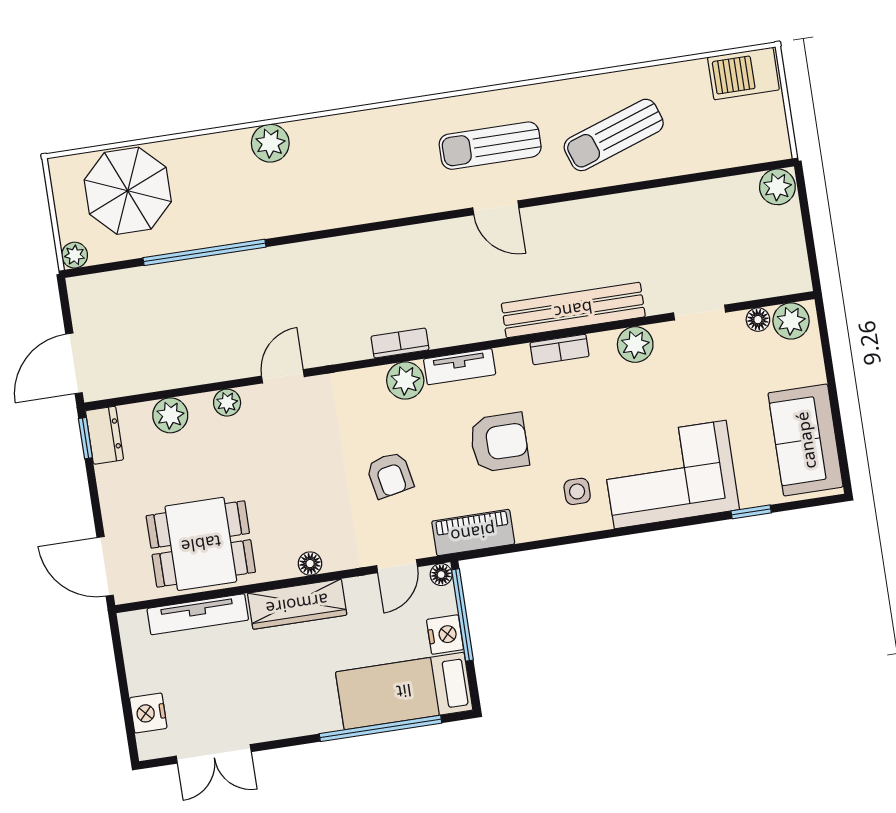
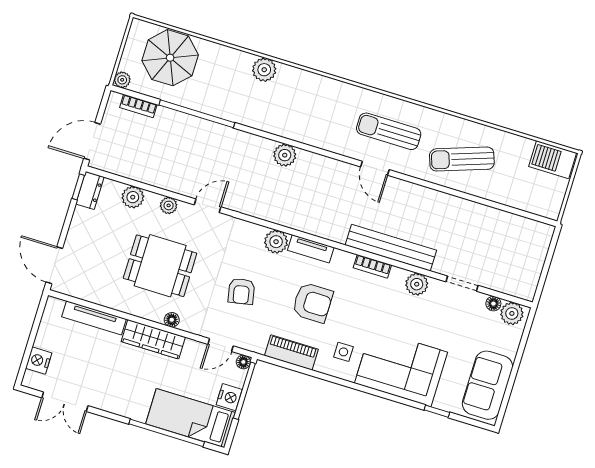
plant: (777, 187) -> (285, 155), moved
bookcase: (400, 343) -> (138, 106), moved, turned 180
piano: (473, 533) -> (291, 352), moved
dining table: (201, 544) -> (160, 266), moved

